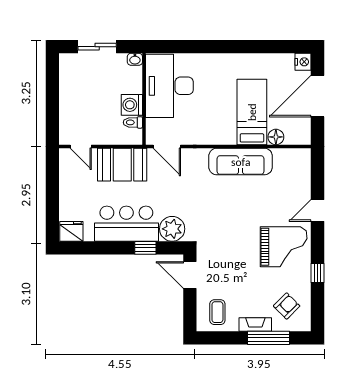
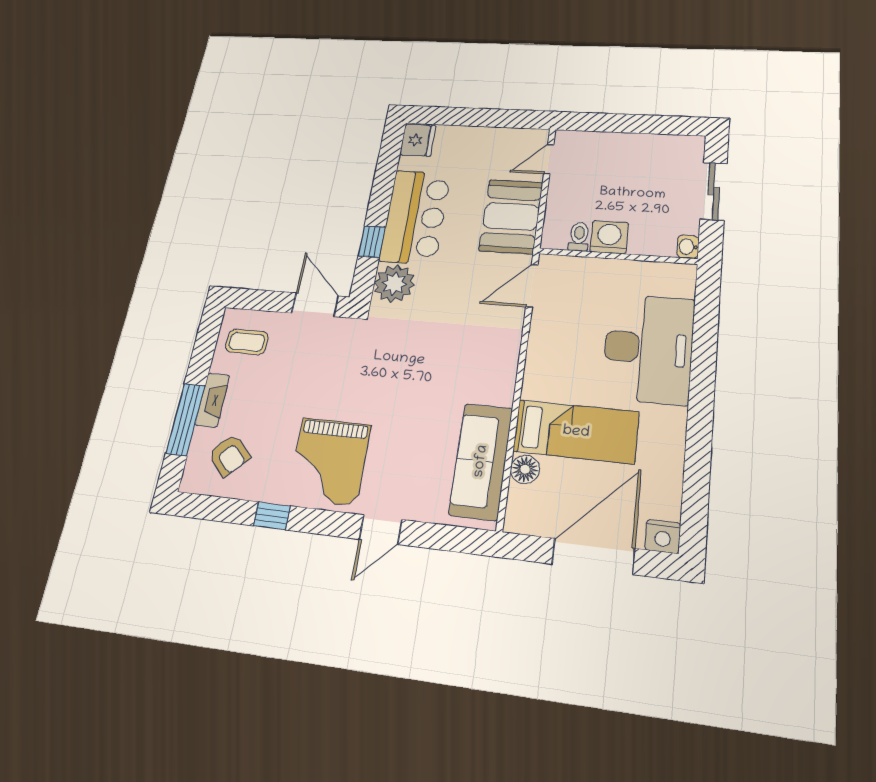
desk: (169, 86) -> (648, 348), moved, turned 90
door: (317, 96) -> (593, 556), hinge flipped
sofa: (241, 162) -> (481, 461), moved
door: (317, 211) -> (381, 529), swing flipped
door: (190, 275) -> (315, 305), hinge flipped

